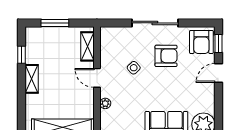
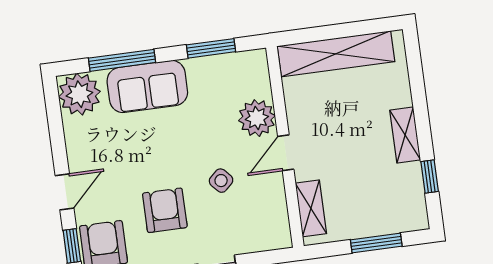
armchair: (166, 56) -> (165, 210), turned 90
door: (97, 78) -> (286, 153), swing flipped
plant: (105, 103) -> (257, 118), width x1.88, depth x1.88

